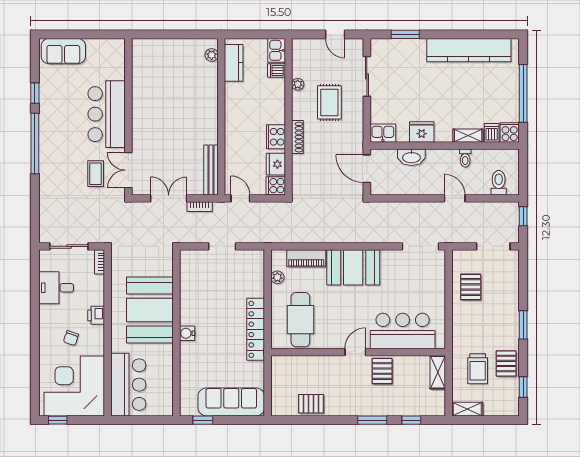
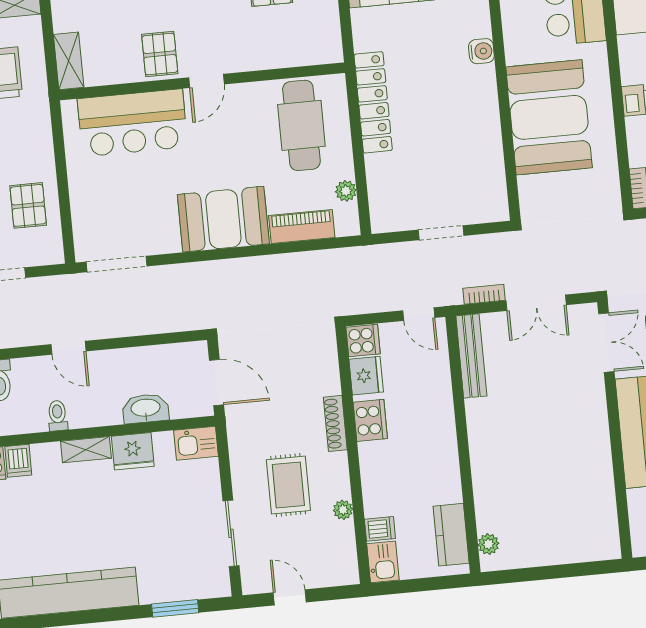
shelving: (468, 136) -> (86, 450), moved
water cooler: (187, 333) -> (481, 51), moved

